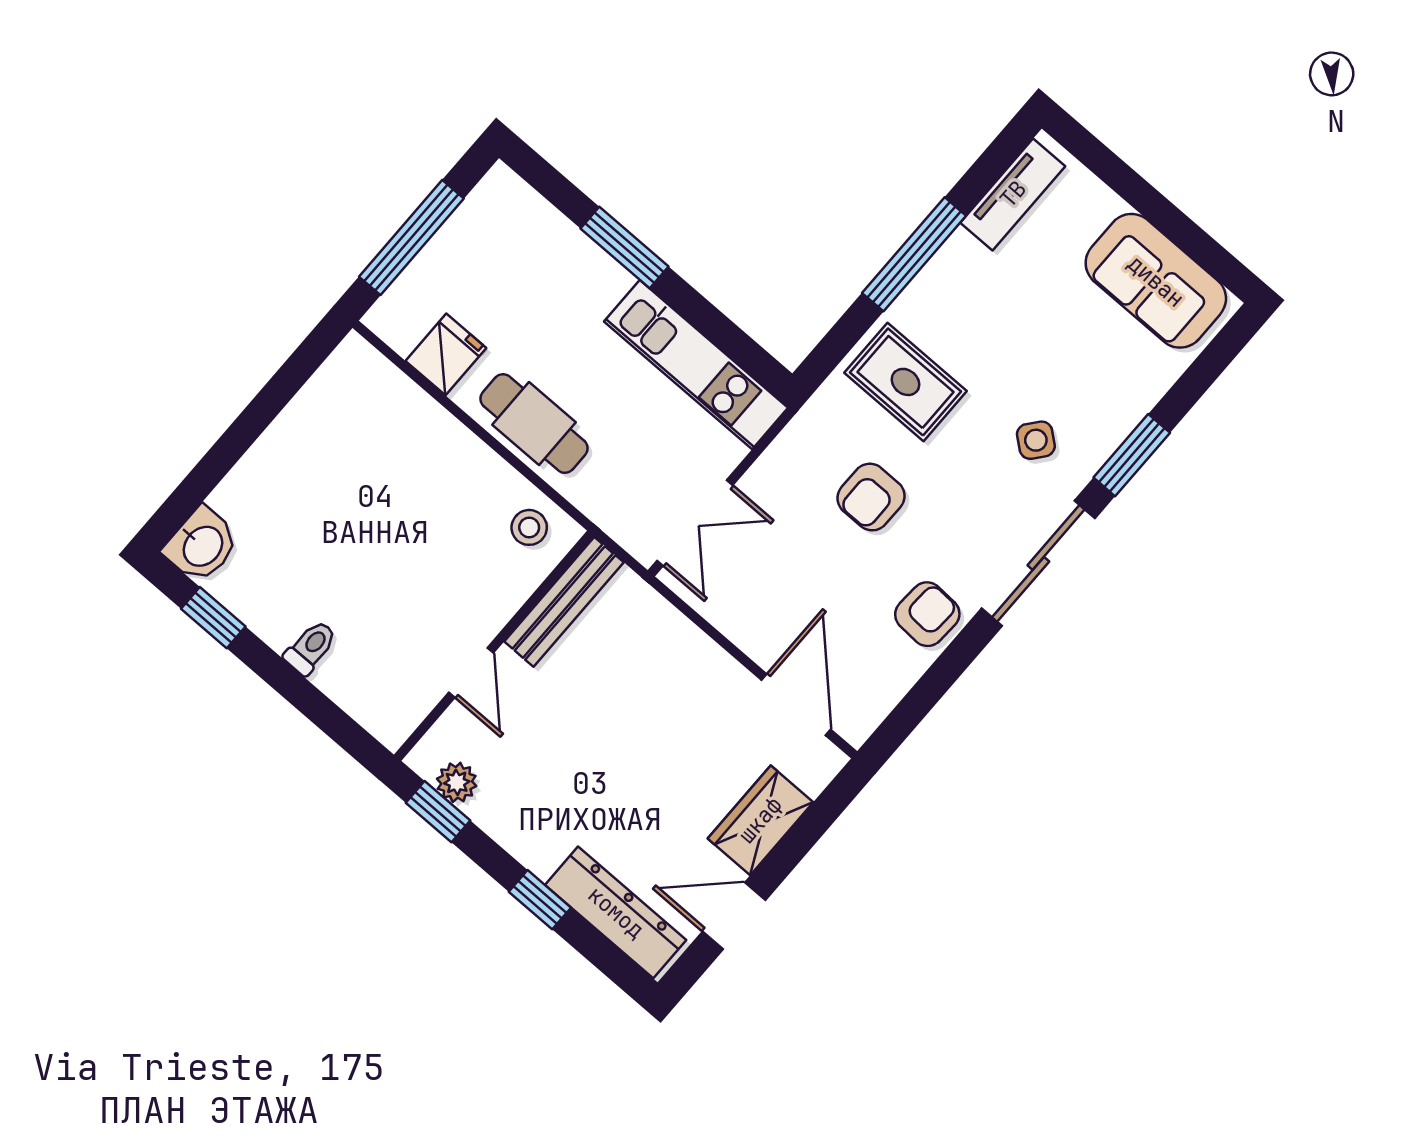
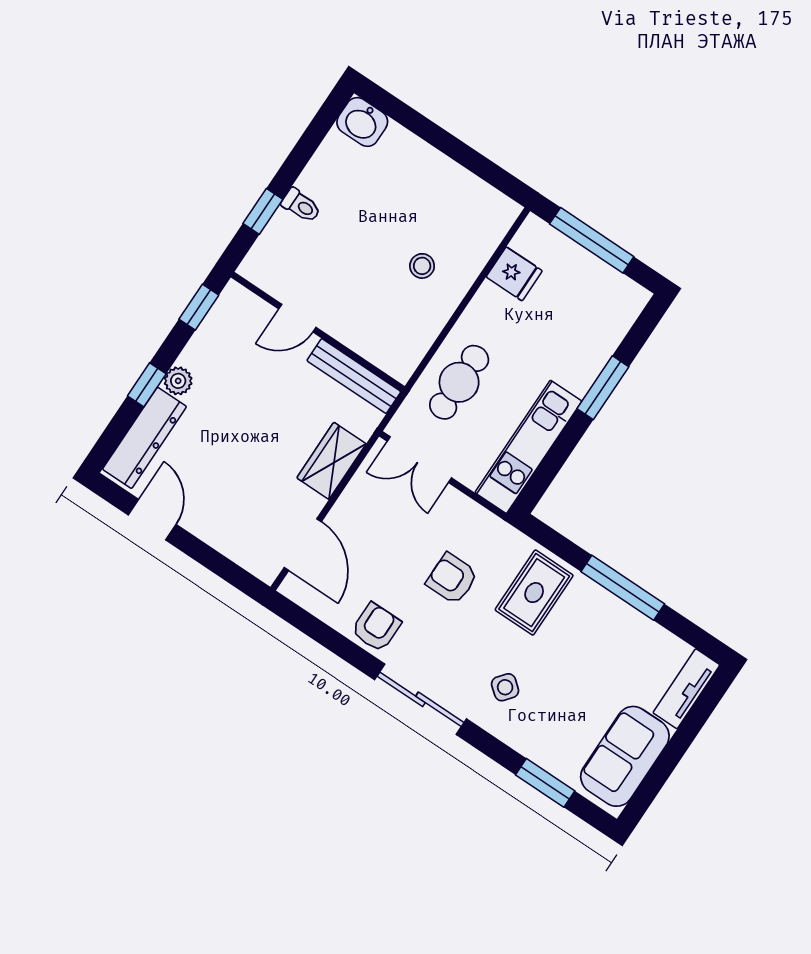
tv unit: (1013, 194) -> (686, 689), moved, turned 90
cafe table: (534, 424) -> (459, 382), moved
window: (1132, 455) -> (545, 783), moved
stool: (529, 527) -> (422, 266), moved
armchair: (927, 614) -> (376, 627), turned -93
window: (213, 618) -> (263, 211), moved
door: (796, 705) -> (303, 545), hinge flipped
plant: (457, 782) -> (178, 381), moved
wardrobe: (760, 820) -> (331, 461), moved, turned -90

